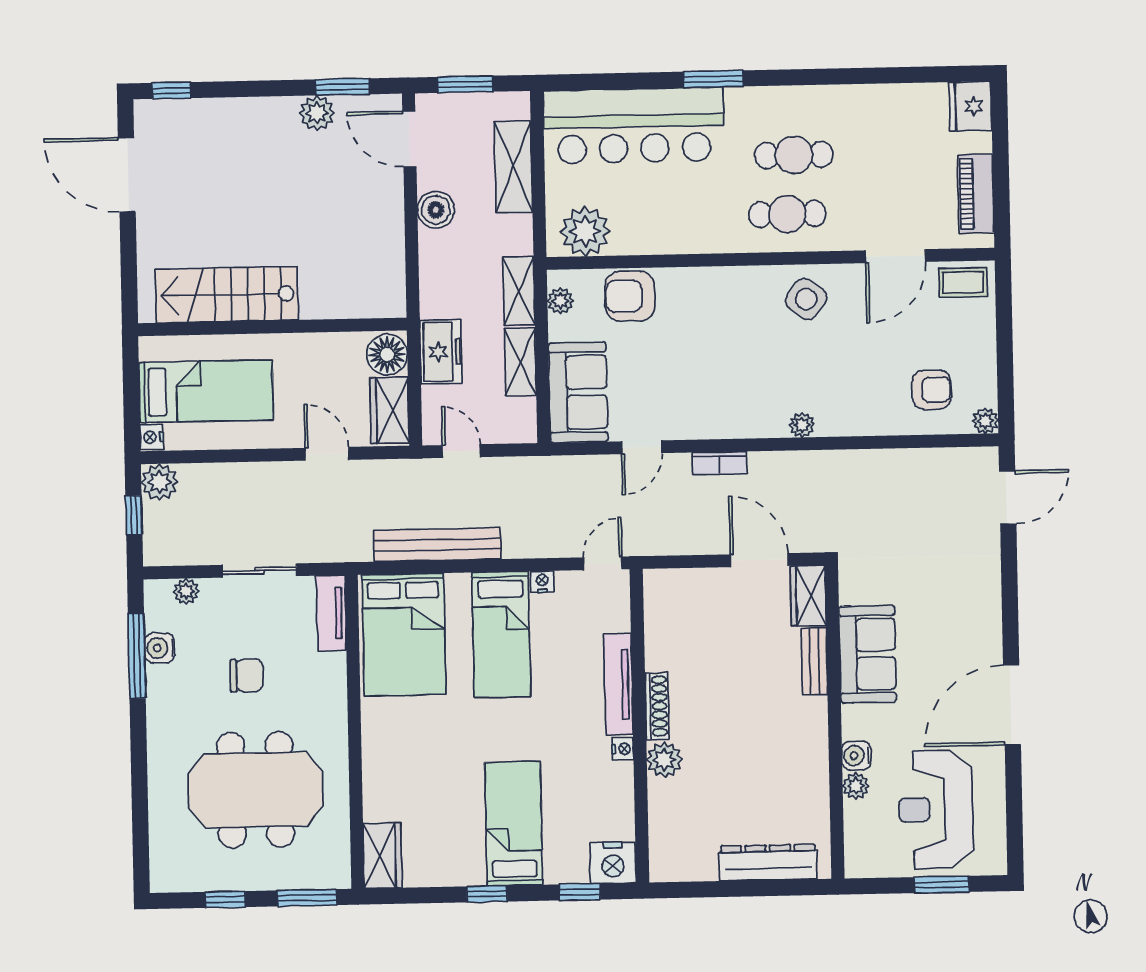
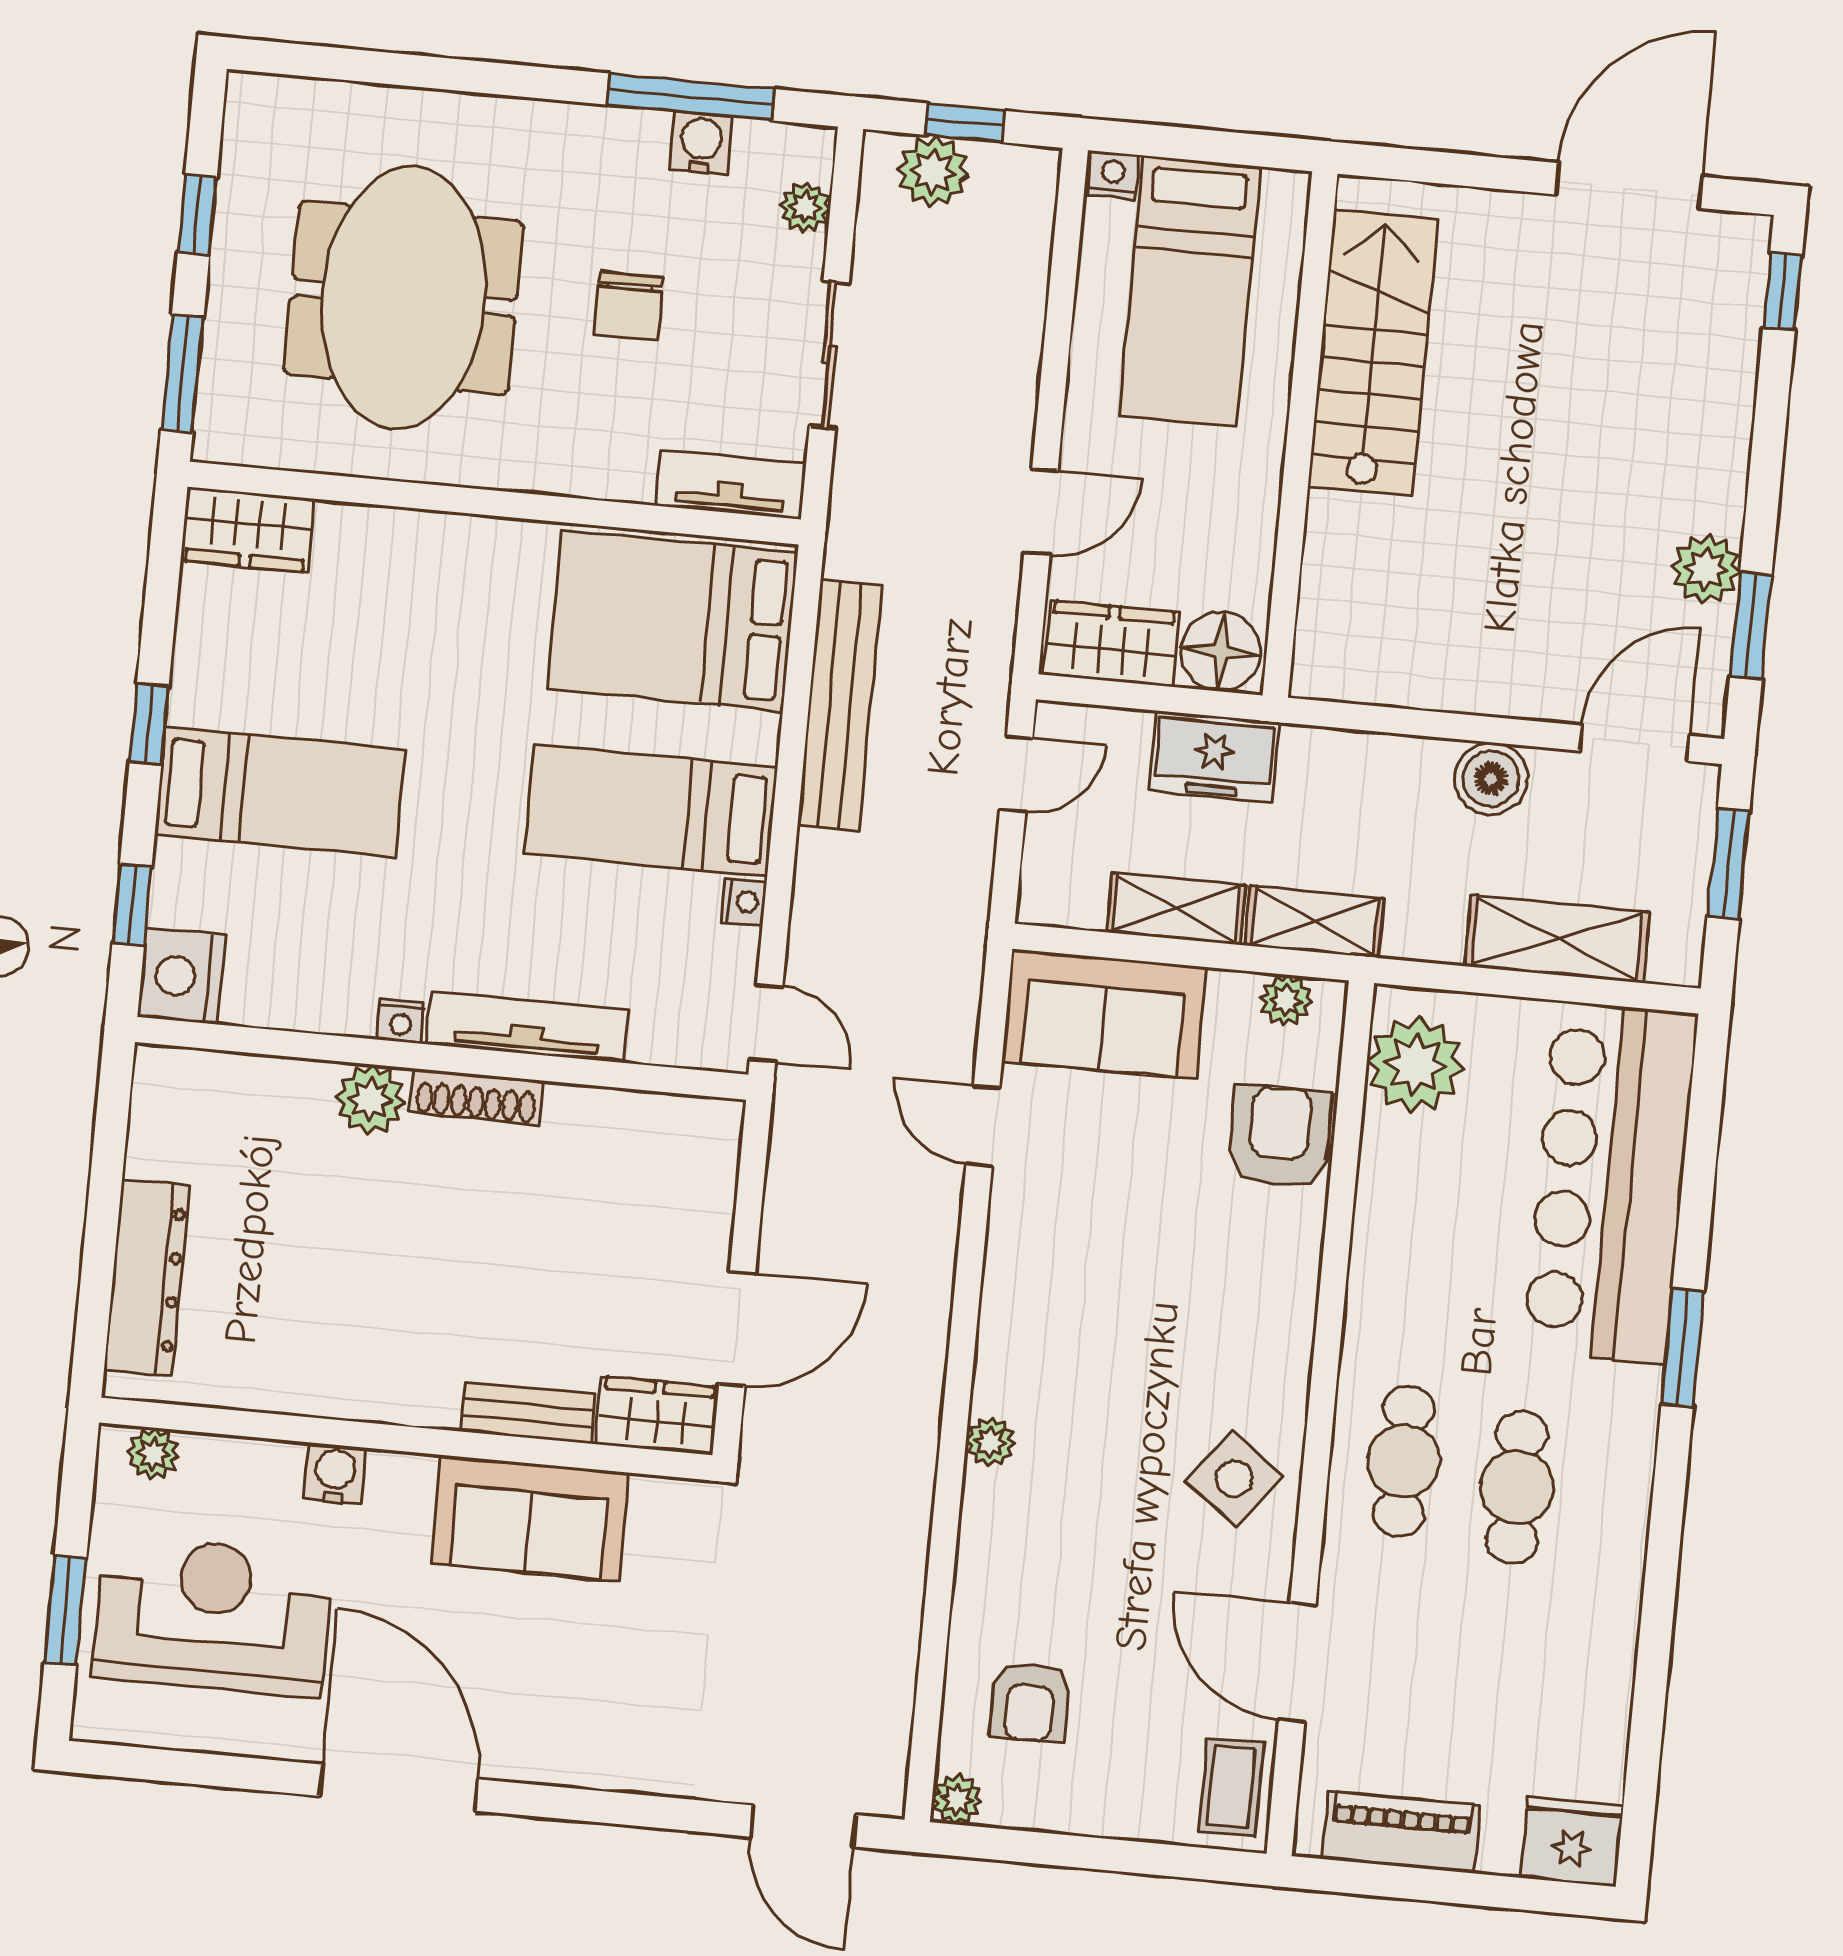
bookcase: (720, 463) -> (935, 1273), removed
plant: (160, 482) -> (933, 172), moved
plant: (856, 786) -> (153, 1454), moved

